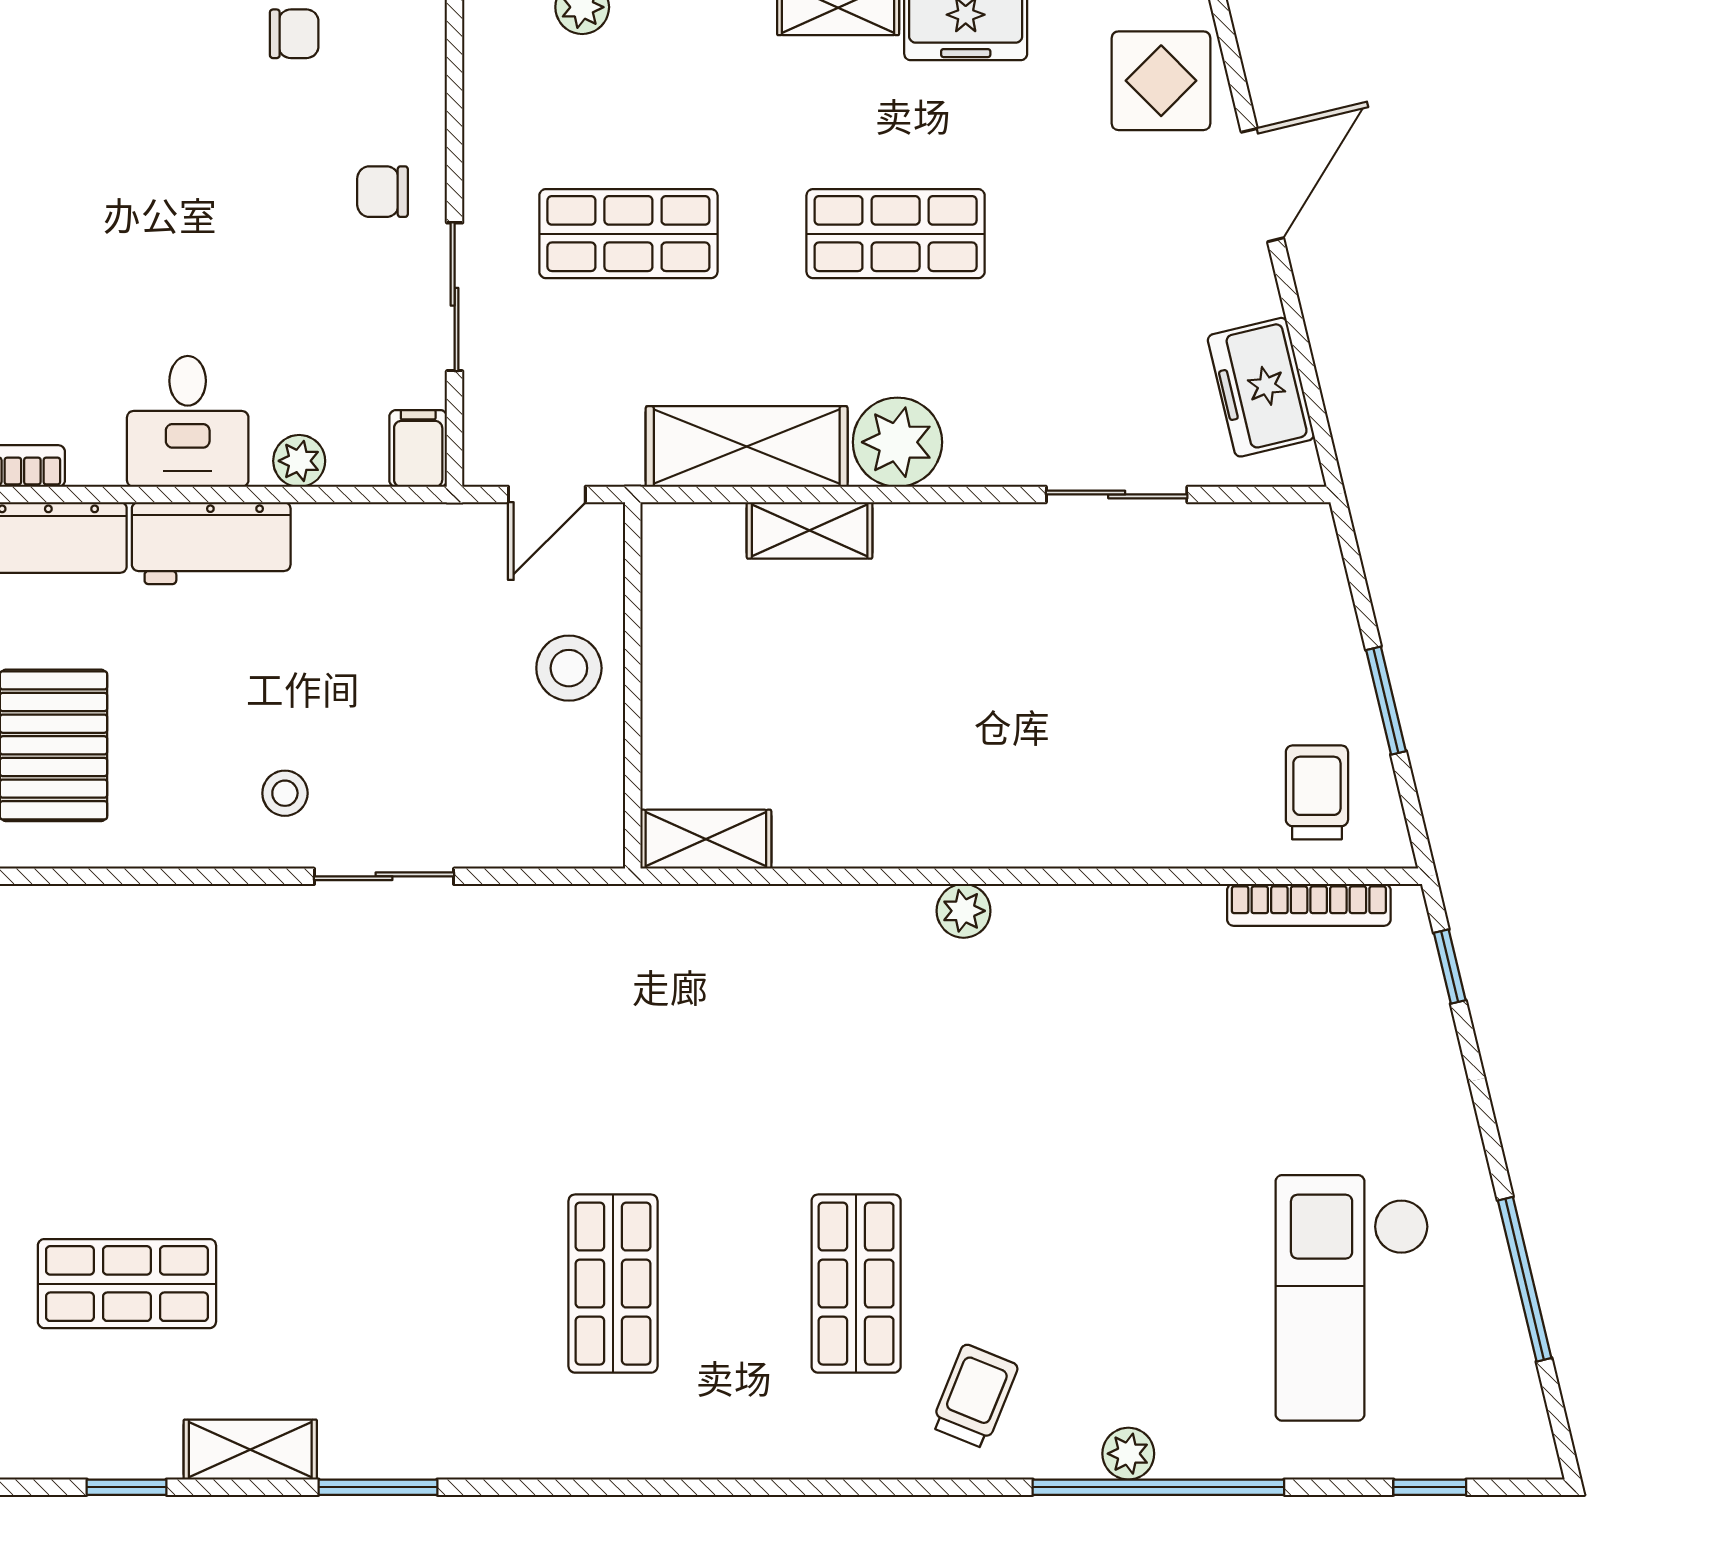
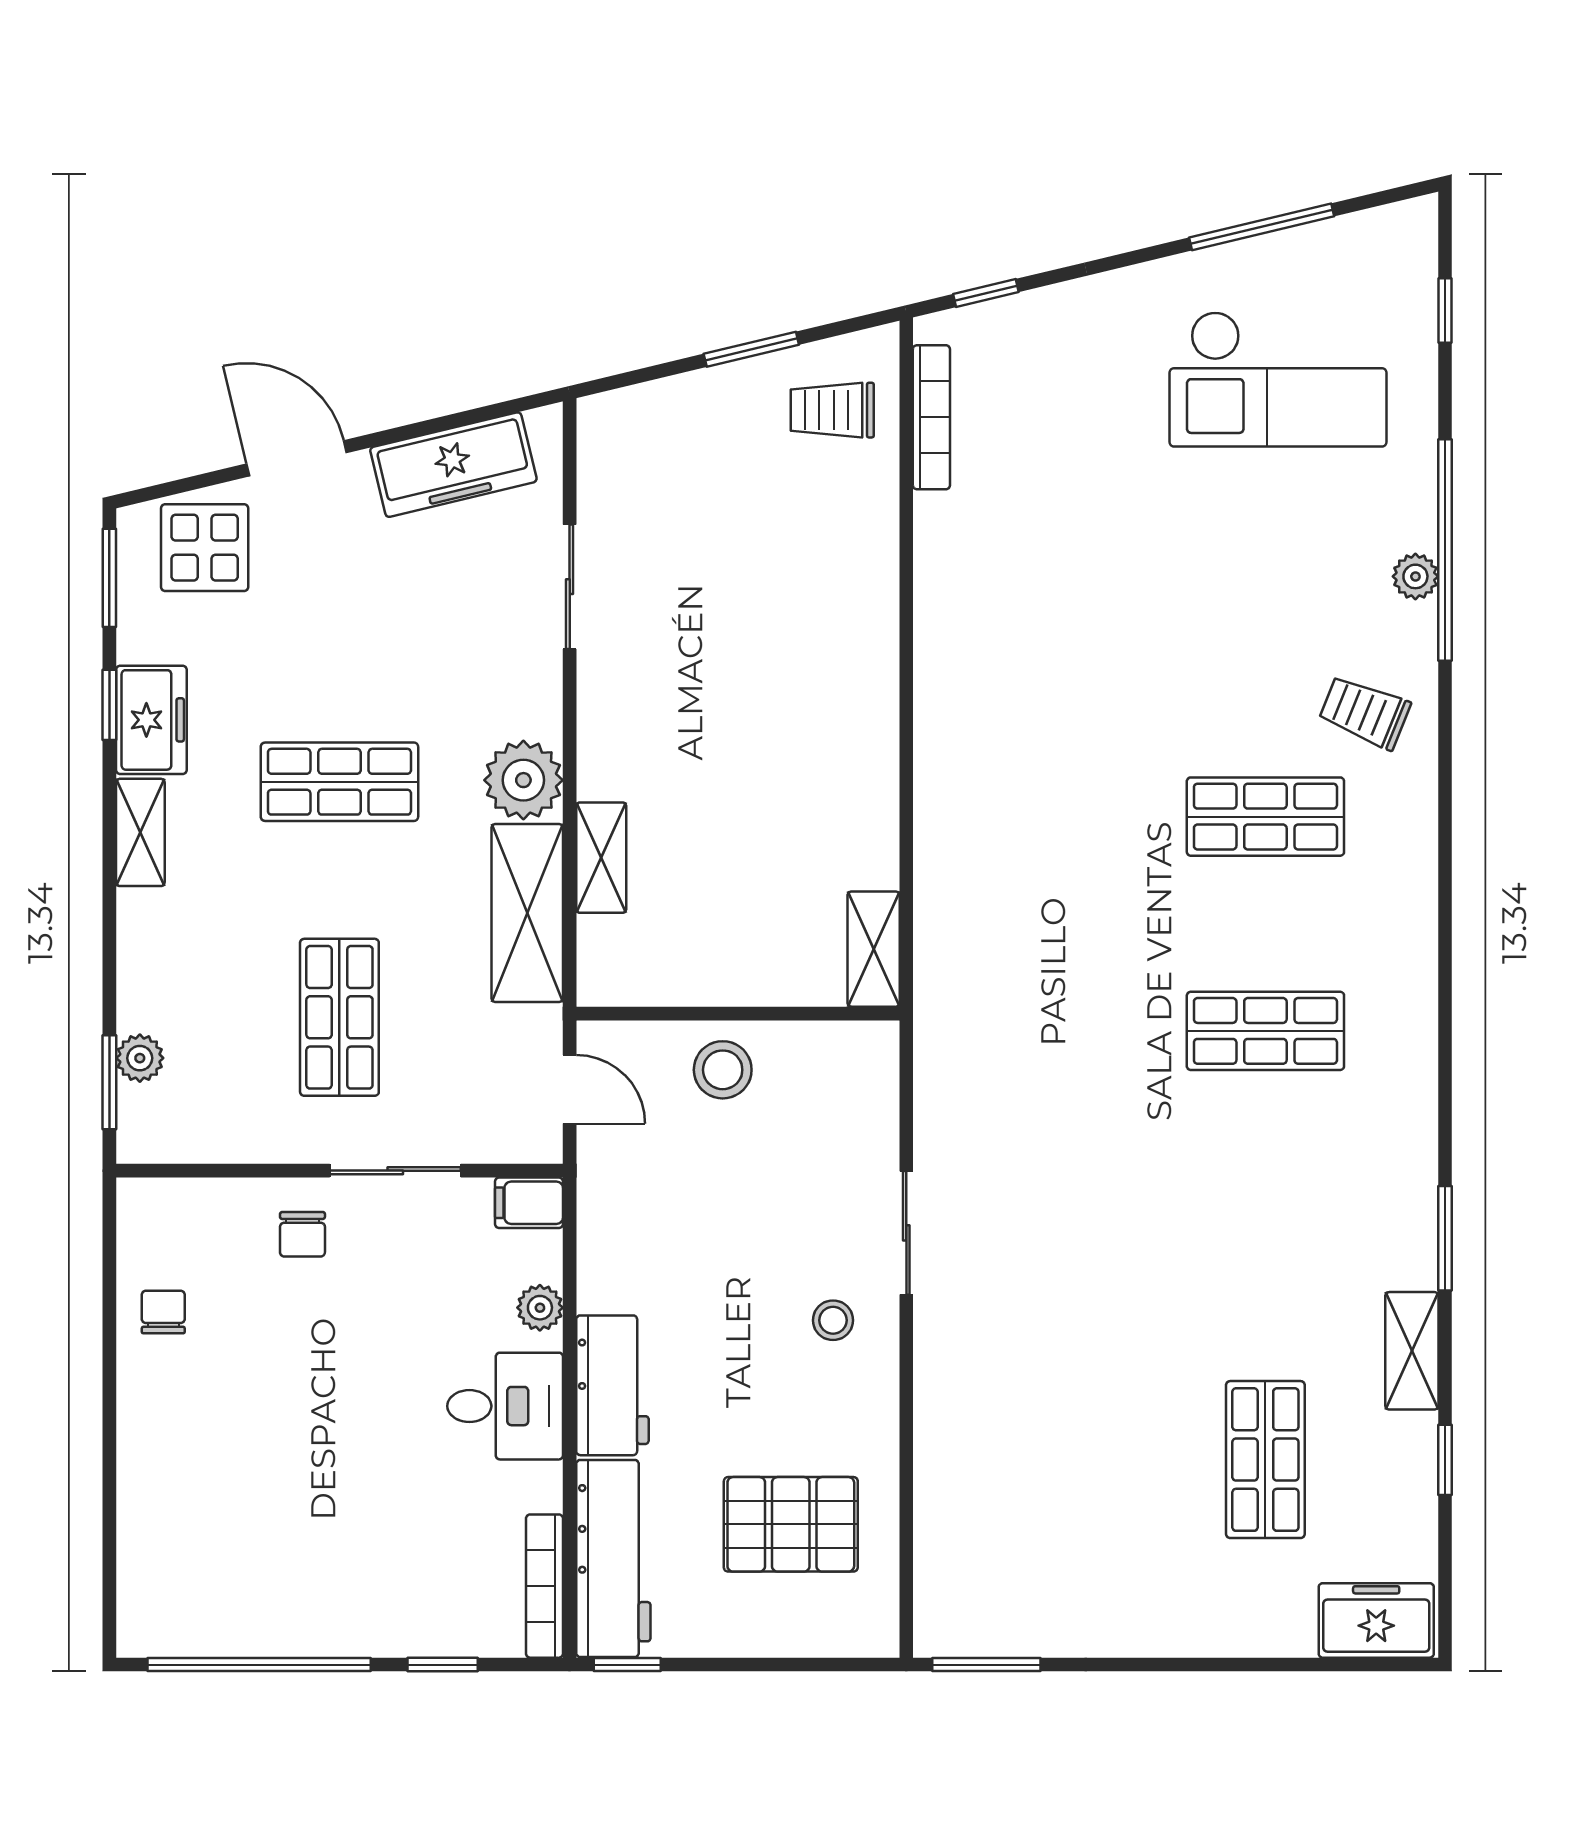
shop shelf: (896, 234) -> (339, 782), turned 90
freezer: (1261, 387) -> (453, 465), width x1.40
plant: (964, 911) -> (937, 722), removed

